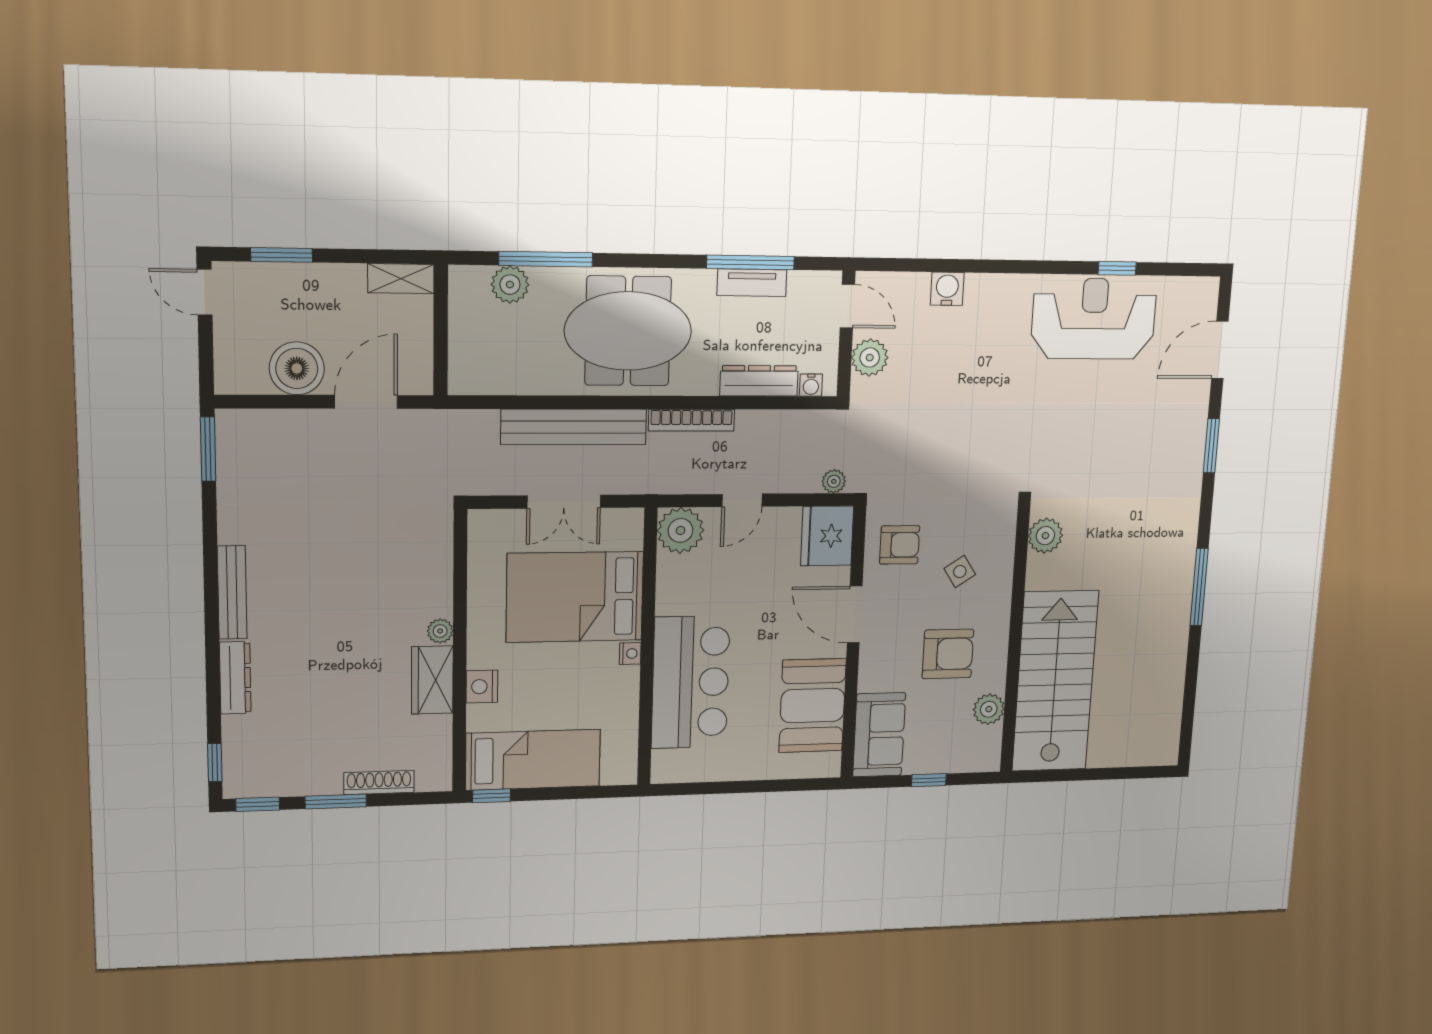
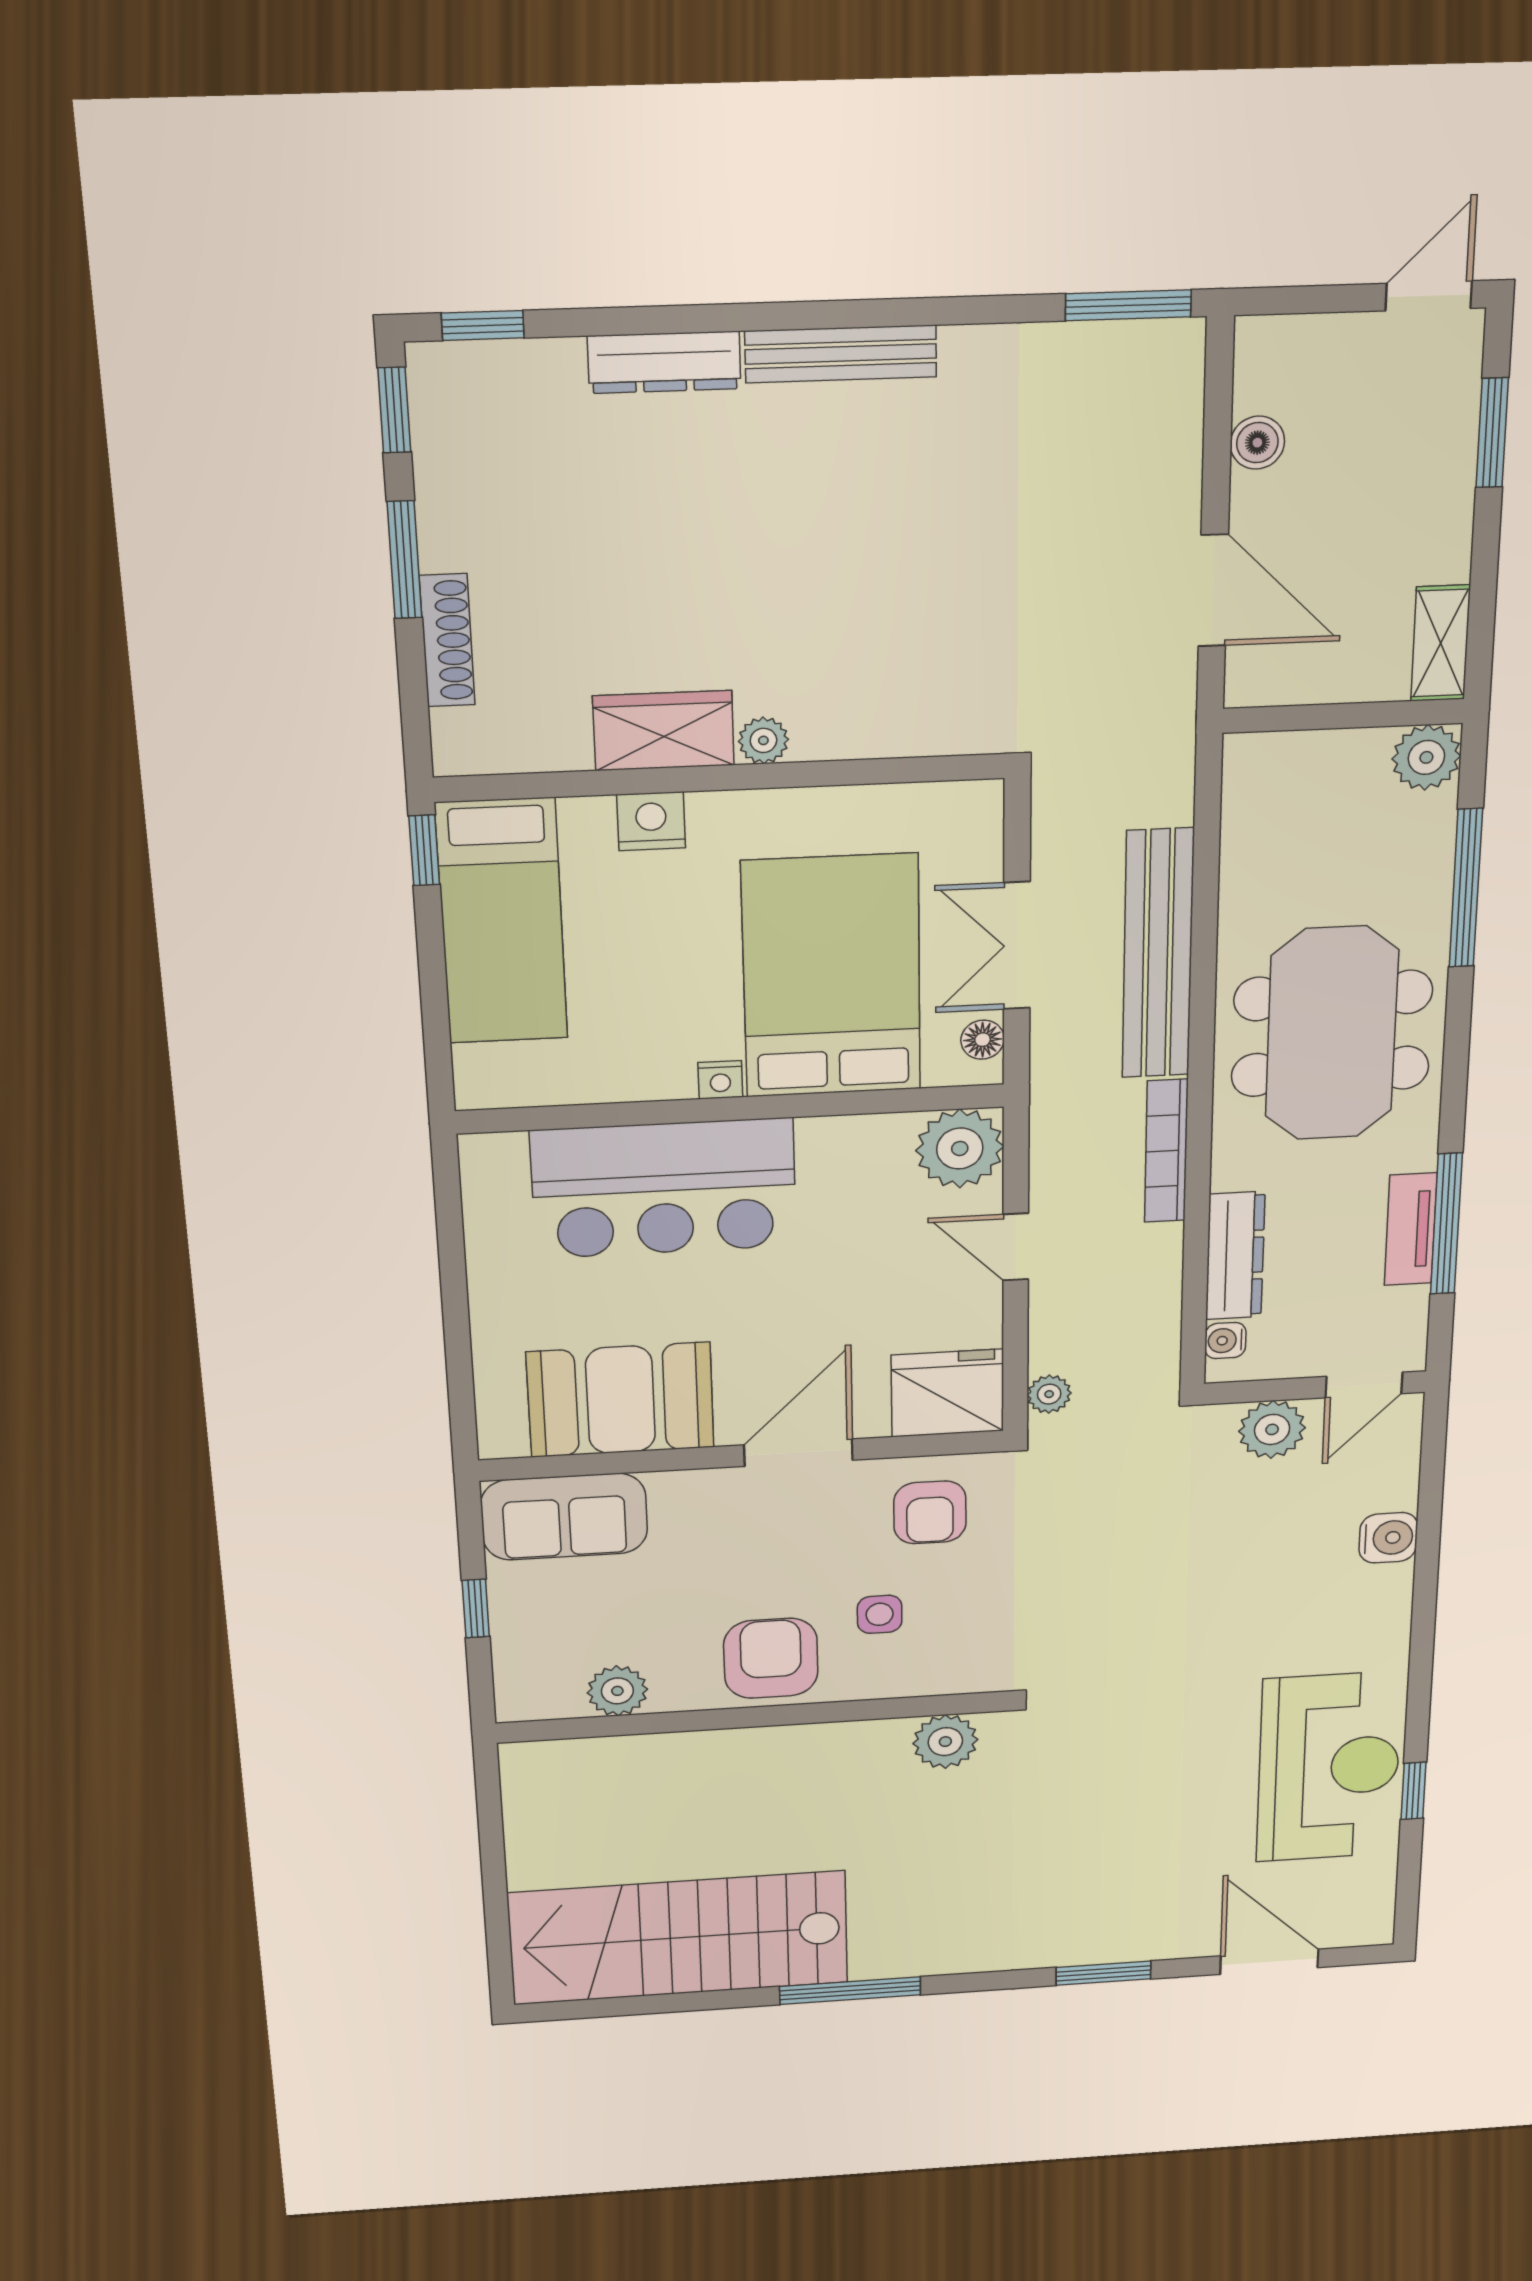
plant: (510, 285) -> (1426, 757), moved
boiler: (297, 368) -> (1257, 443), width x0.54, depth x0.54
floor lamp: (617, 519) -> (983, 1040), added
side table: (960, 572) -> (880, 1614), turned 33
armchair: (948, 654) -> (771, 1658), moved, turned 180
stairs: (1055, 681) -> (679, 1938), moved, turned 180

